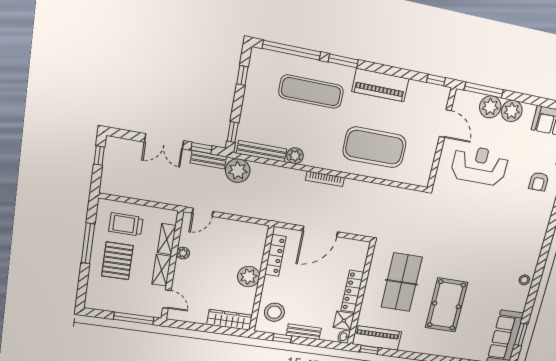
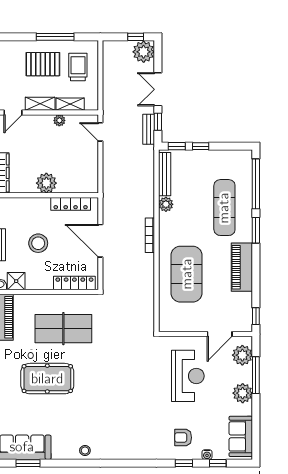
window: (242, 75) -> (201, 146), moved
window: (484, 90) -> (256, 375), moved
plant: (490, 107) -> (242, 355), moved
plant: (238, 171) -> (144, 52), moved
locker: (352, 291) -> (74, 283), moved
stool: (274, 312) -> (38, 243), moved

